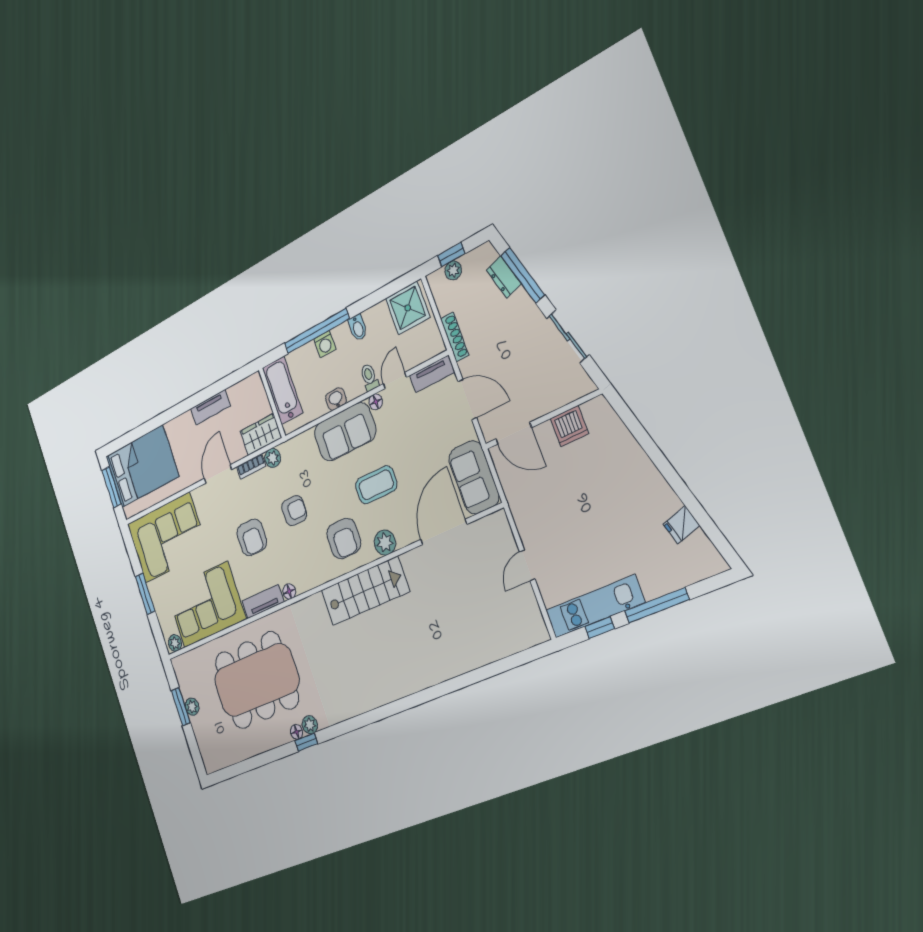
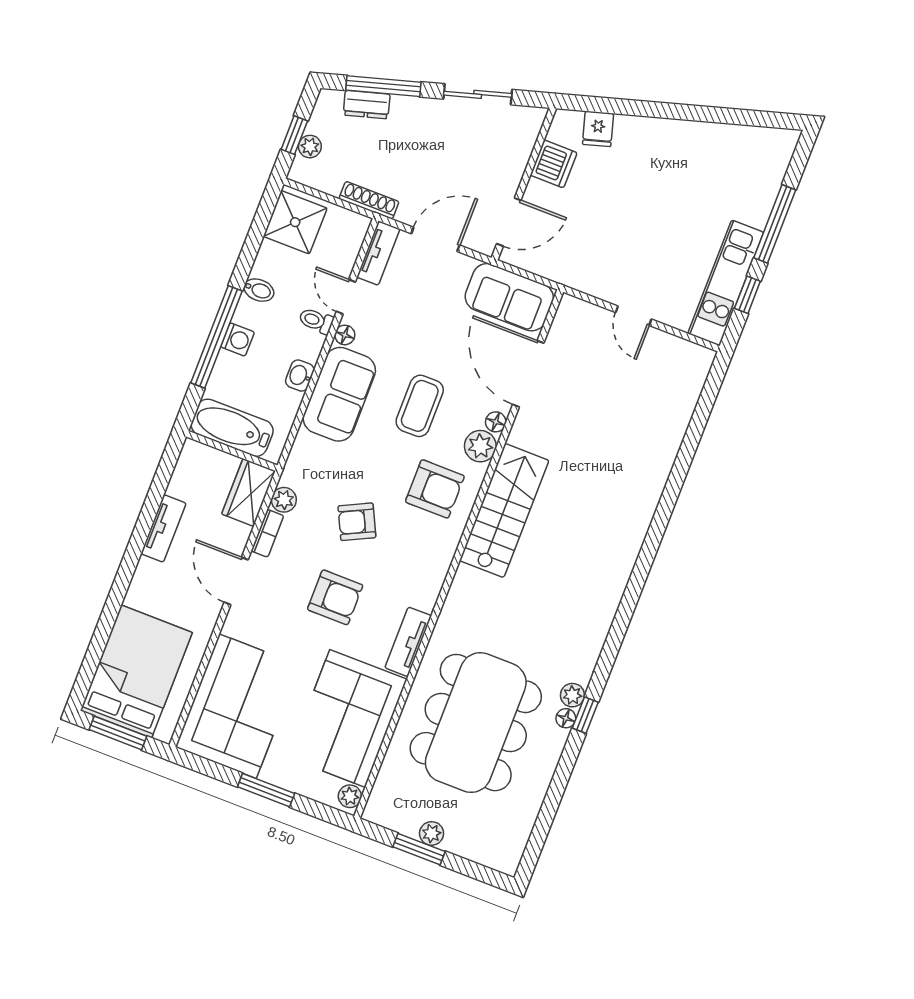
armchair: (294, 511) -> (357, 522), turned -116
fridge: (681, 525) -> (598, 129), moved
floor lamp: (289, 591) -> (496, 422), moved

